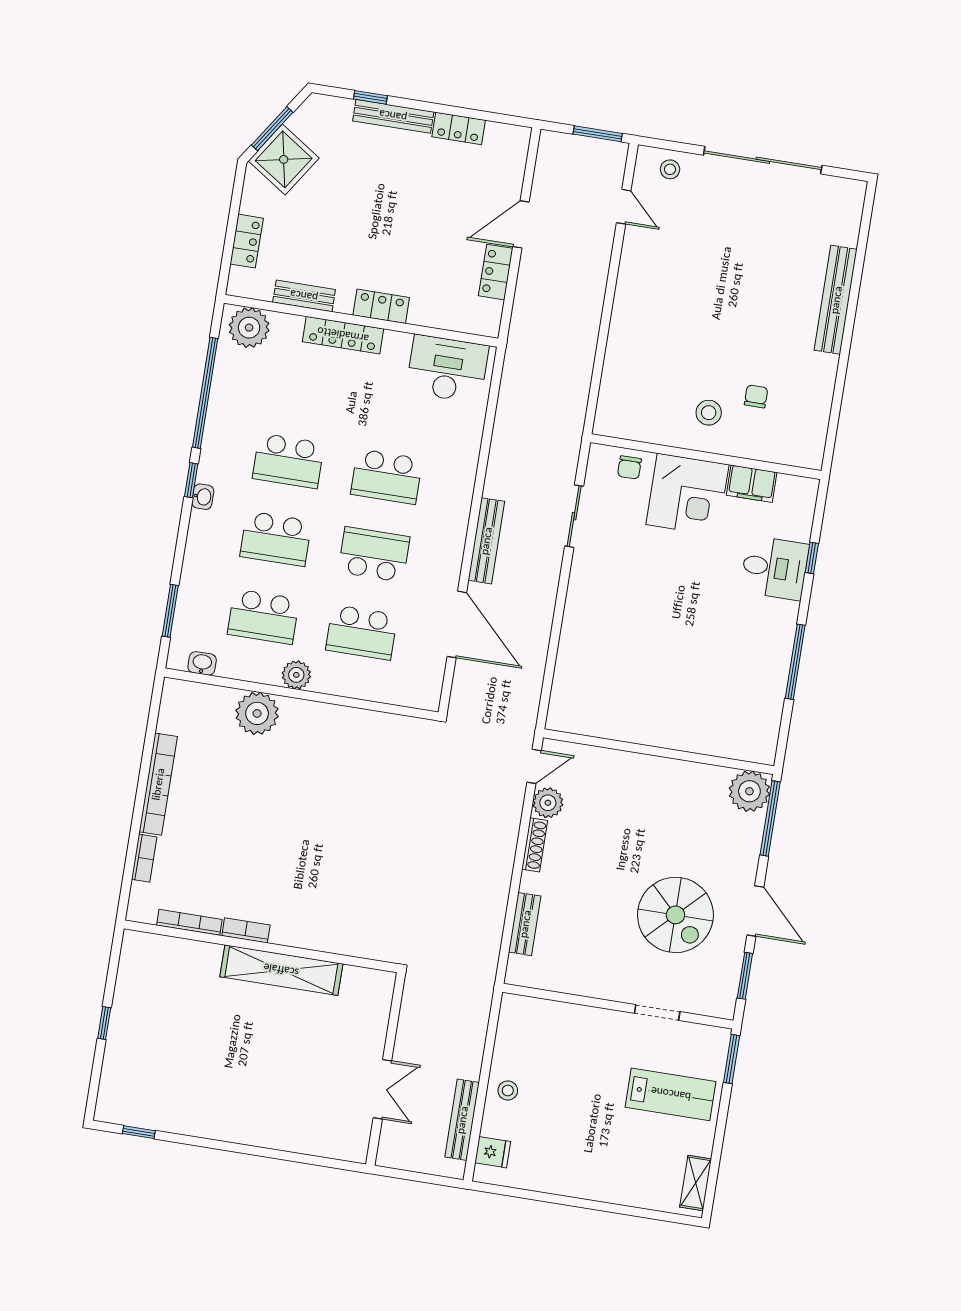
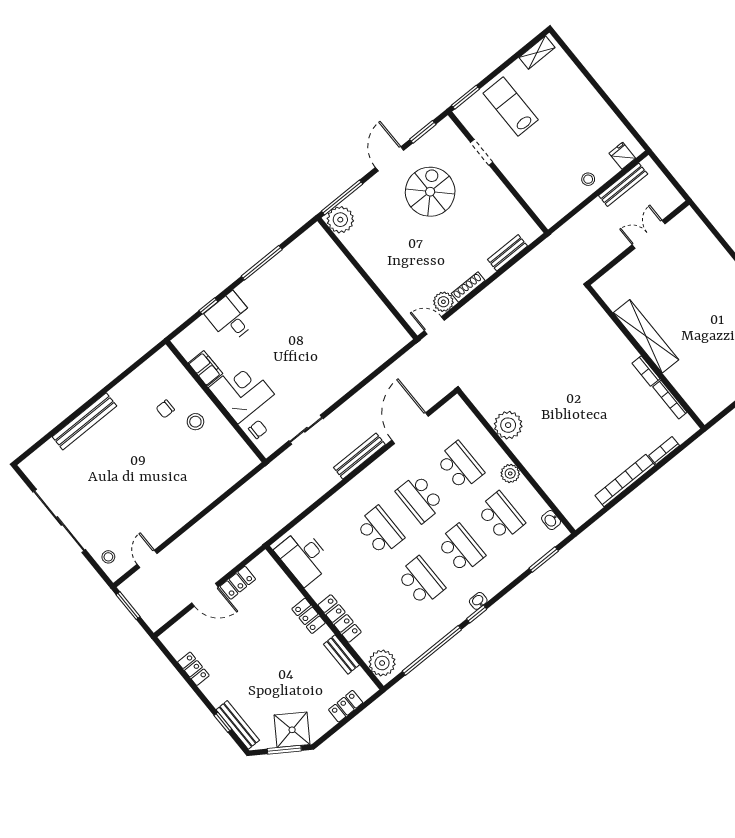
bench: (393, 116) -> (238, 725), moved
plant: (257, 713) -> (508, 425), moved

